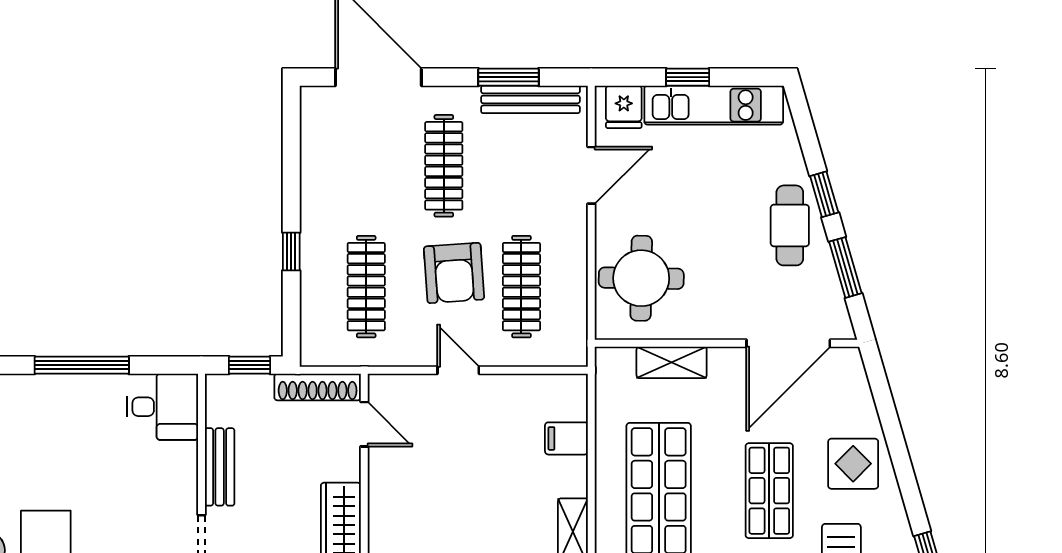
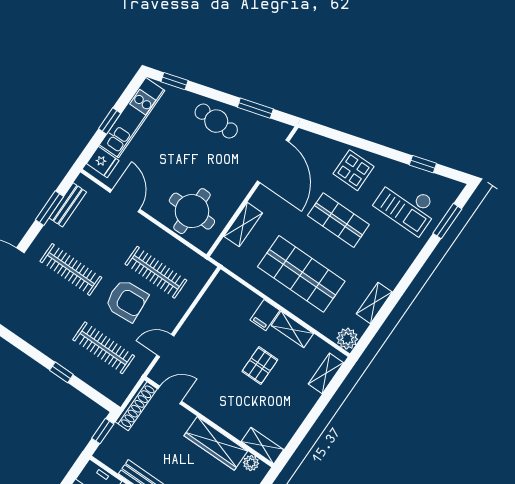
bench: (530, 99) -> (68, 205), width x0.73
window: (824, 194) -> (174, 81), moved
door: (458, 370) -> (165, 346), moved
filing cabinet: (566, 438) -> (265, 315), moved
pallet: (491, 521) -> (260, 365), added

